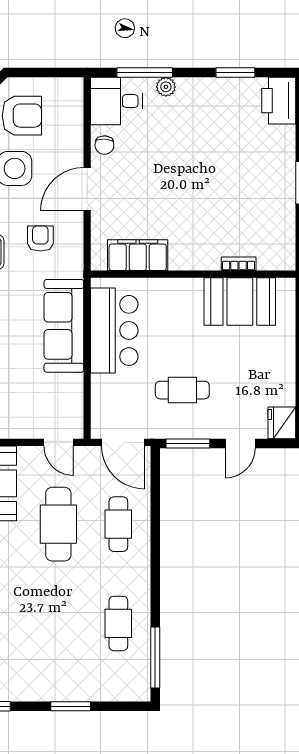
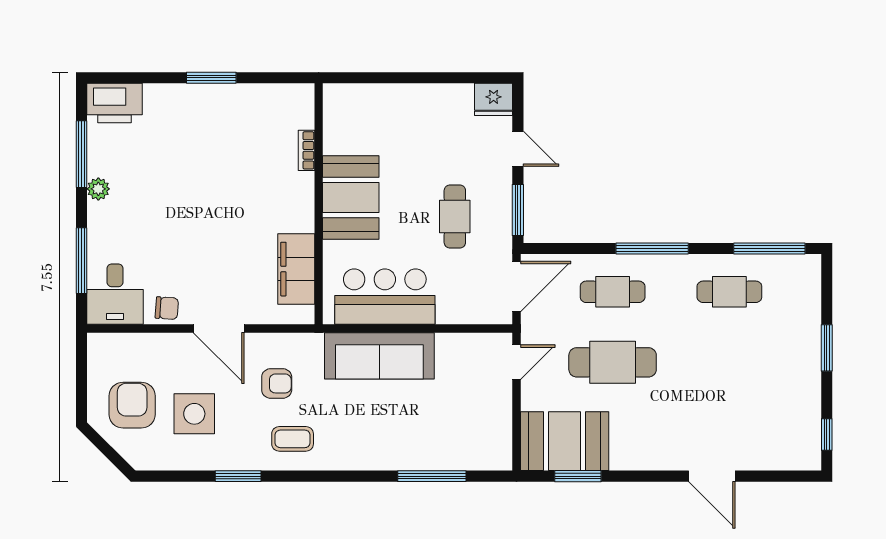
window: (235, 73) -> (81, 154), width x1.44
plant: (166, 87) -> (98, 189), moved
armchair: (40, 239) -> (277, 383), turned 180
booth: (240, 302) -> (351, 198), moved
window: (155, 558) -> (652, 248), added

